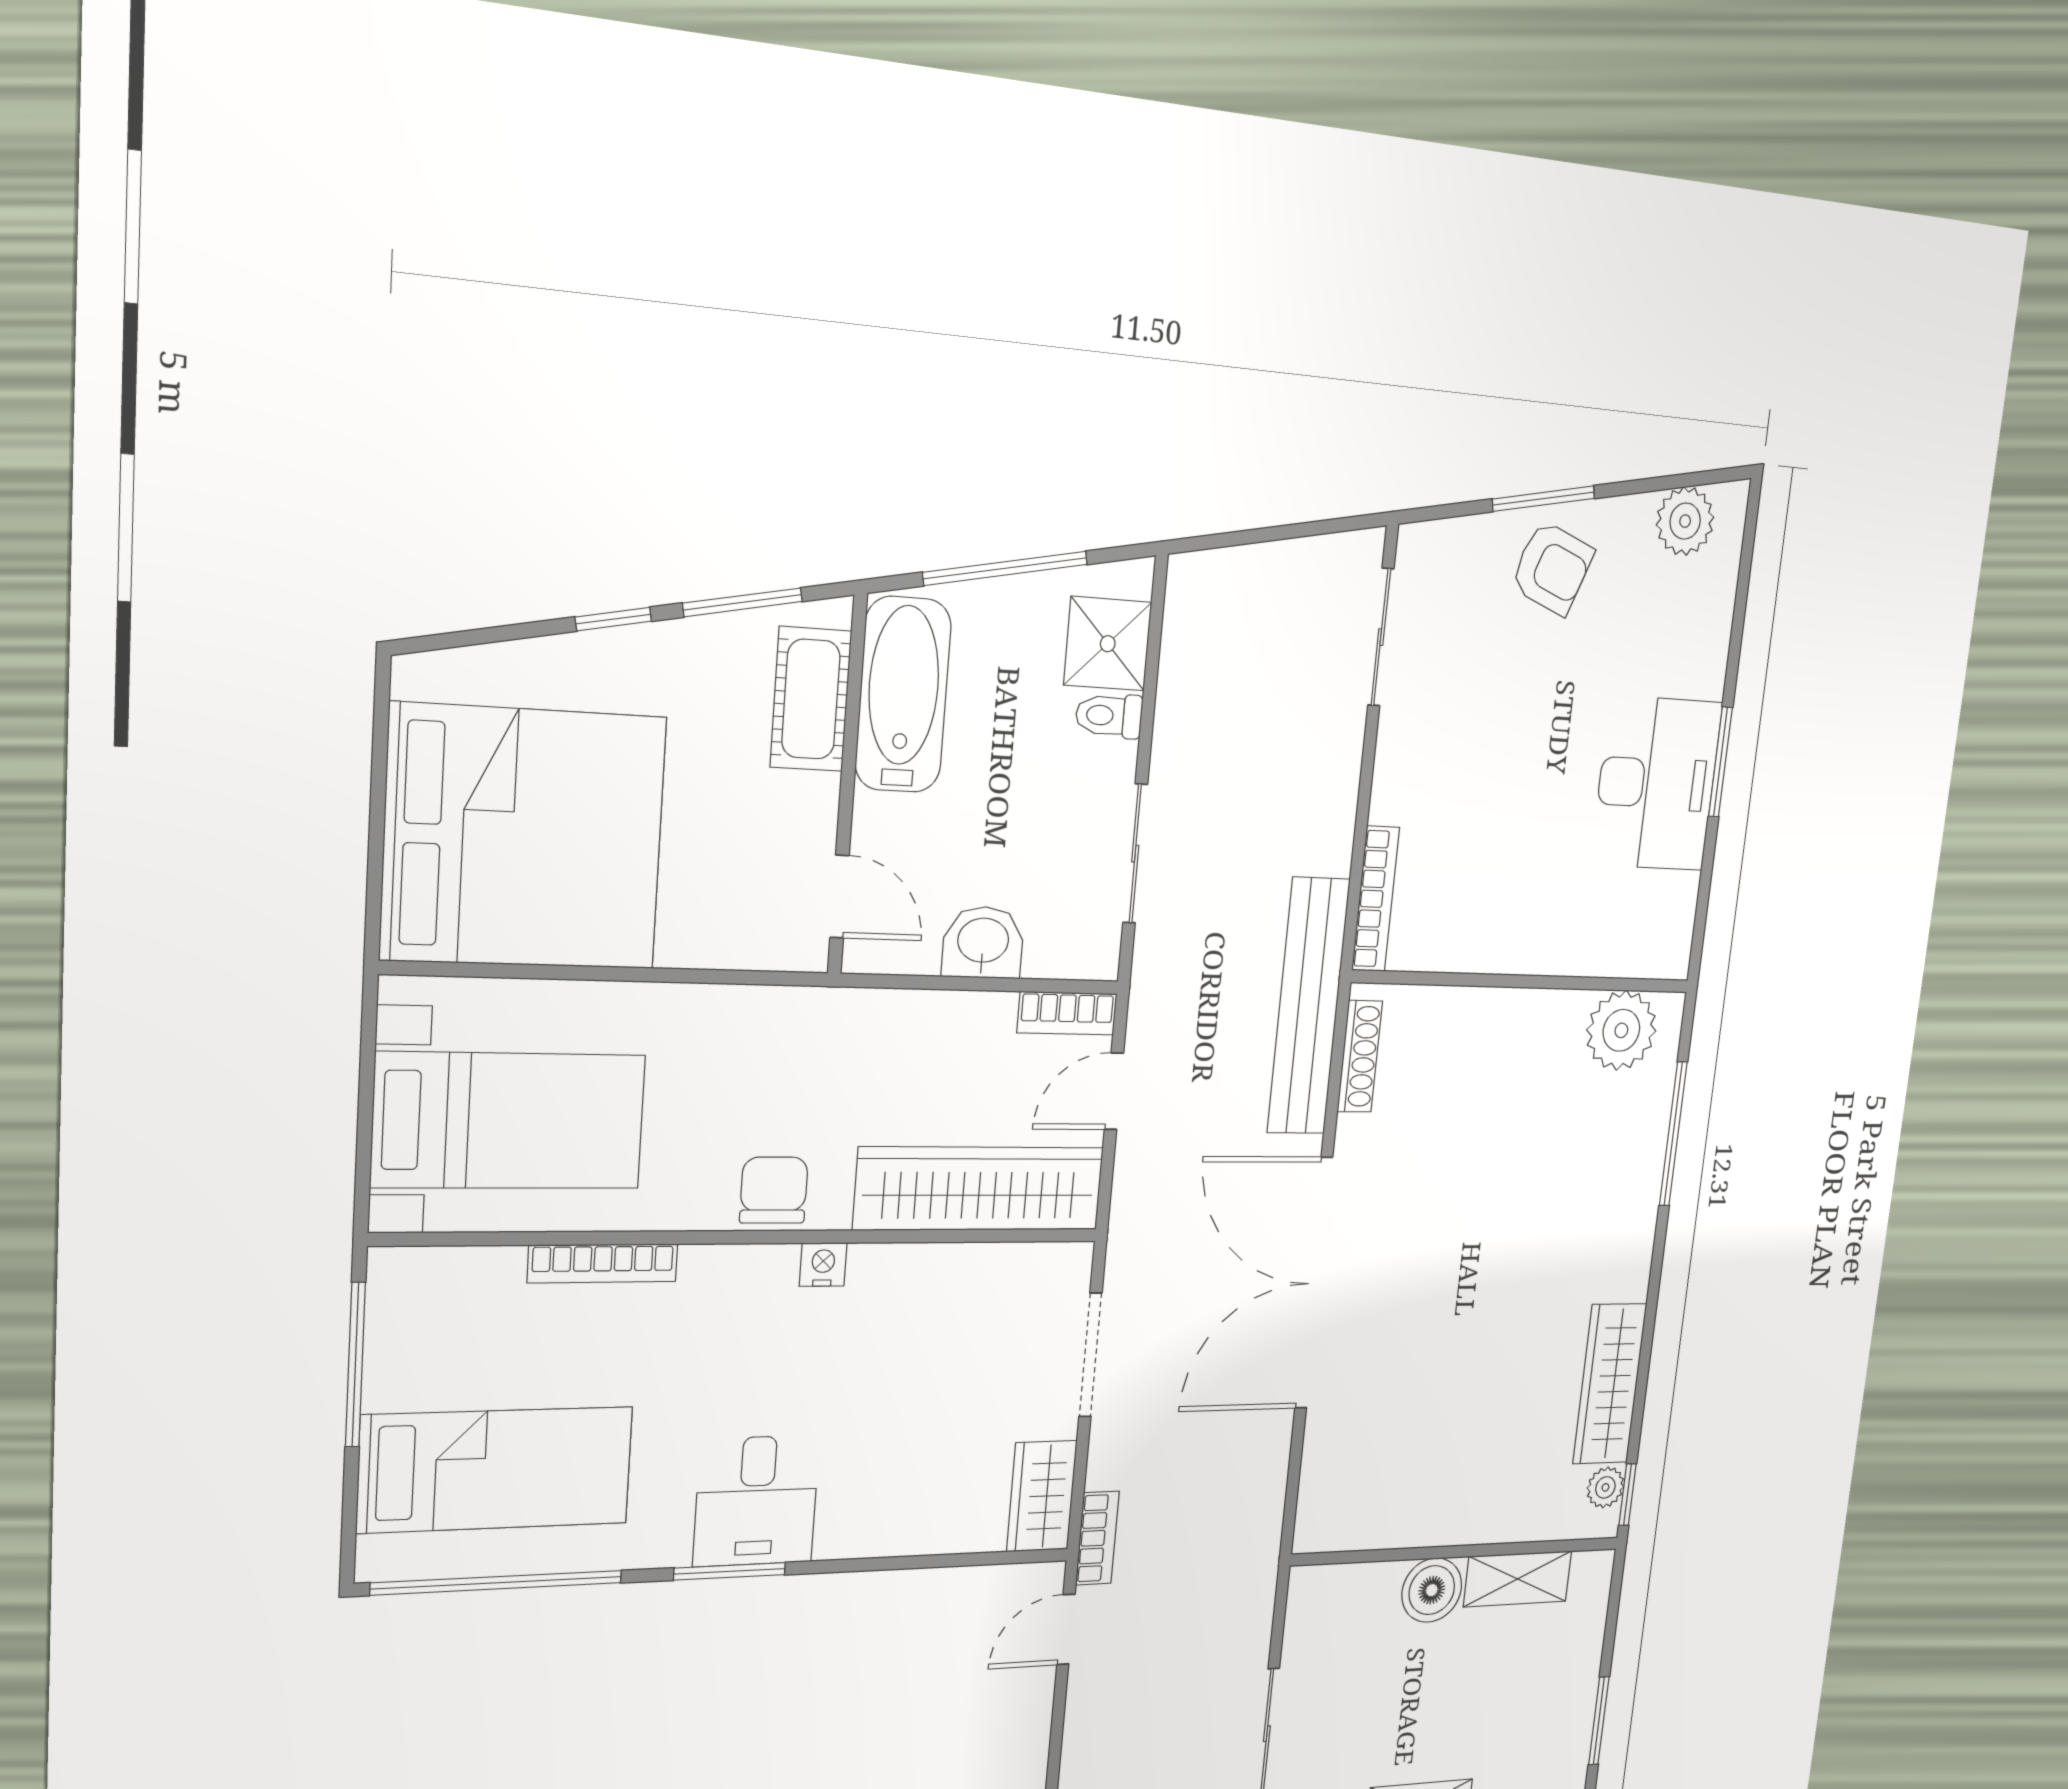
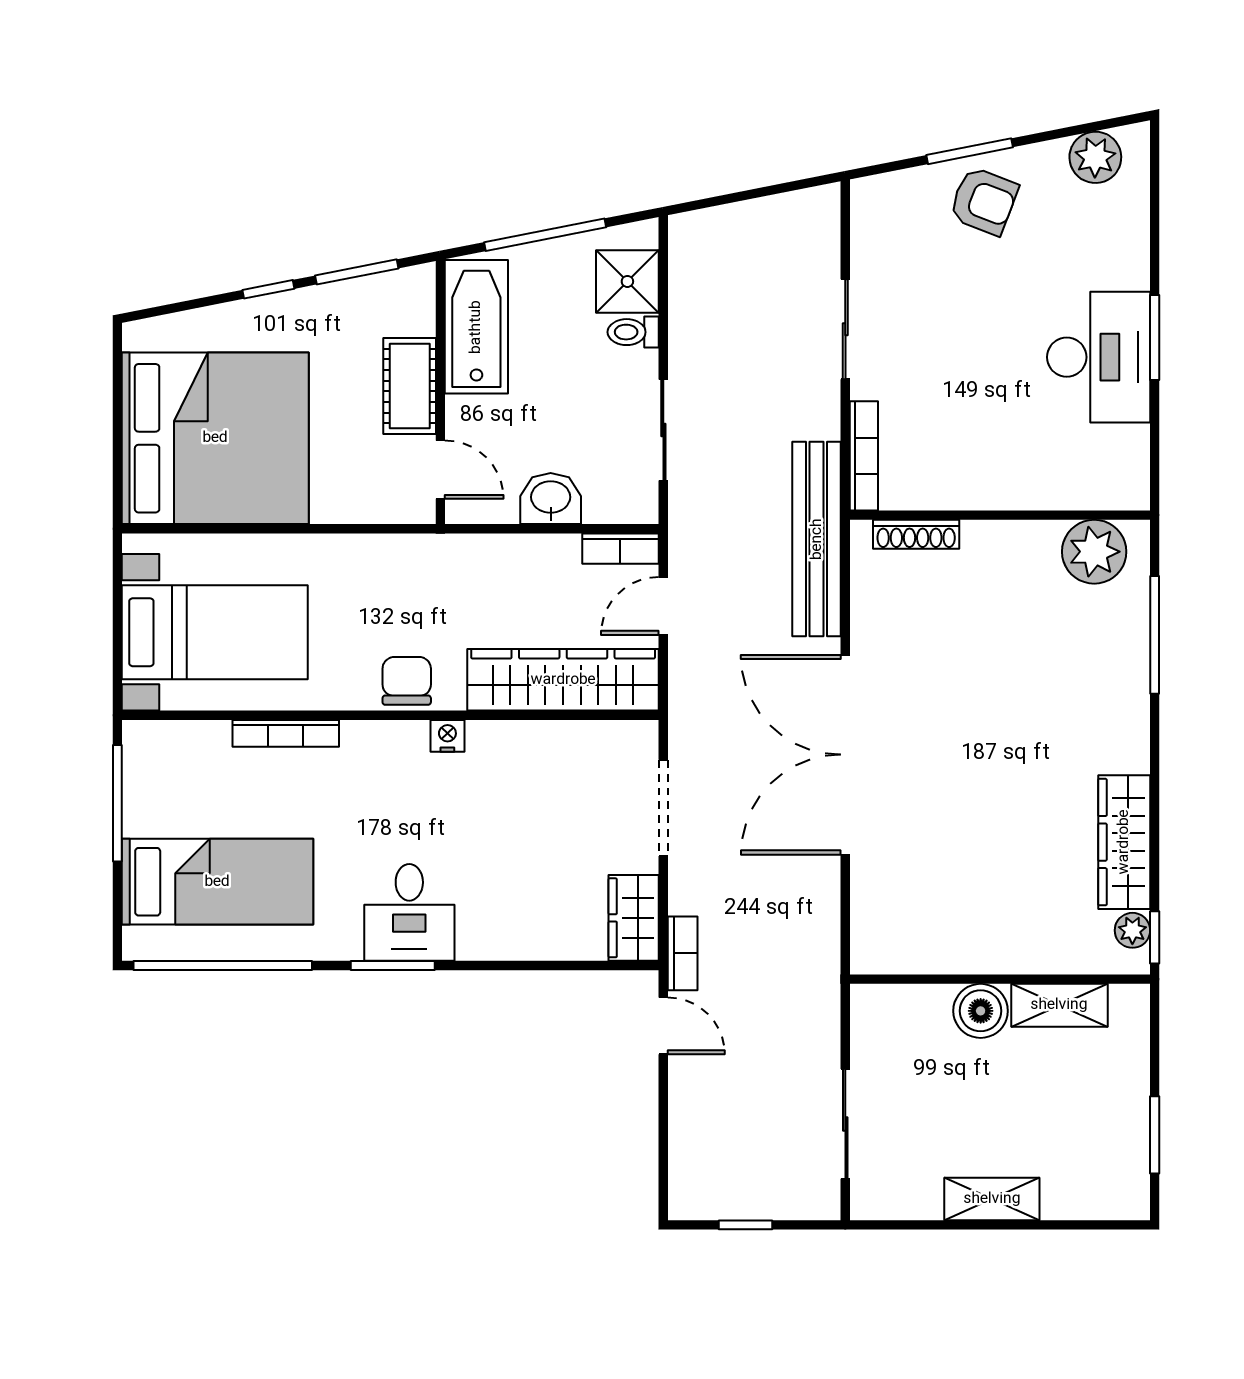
sliding door: (1381, 637) -> (845, 329), moved
cot: (811, 699) -> (410, 386), moved
shoe rack: (1360, 1056) -> (916, 534), moved, turned 90
door: (1066, 1629) -> (663, 1026), swing flipped

